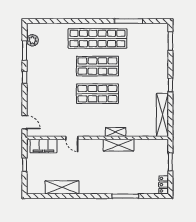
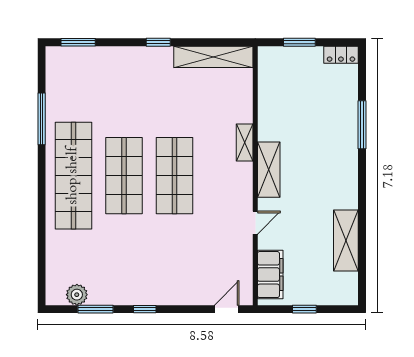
shelving: (119, 145) -> (269, 170), moved

